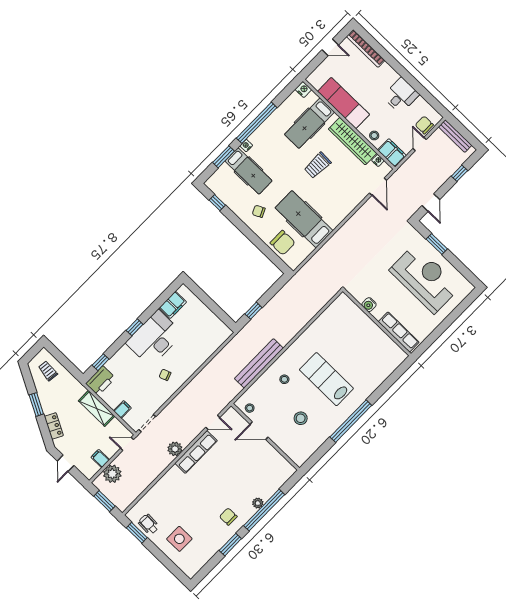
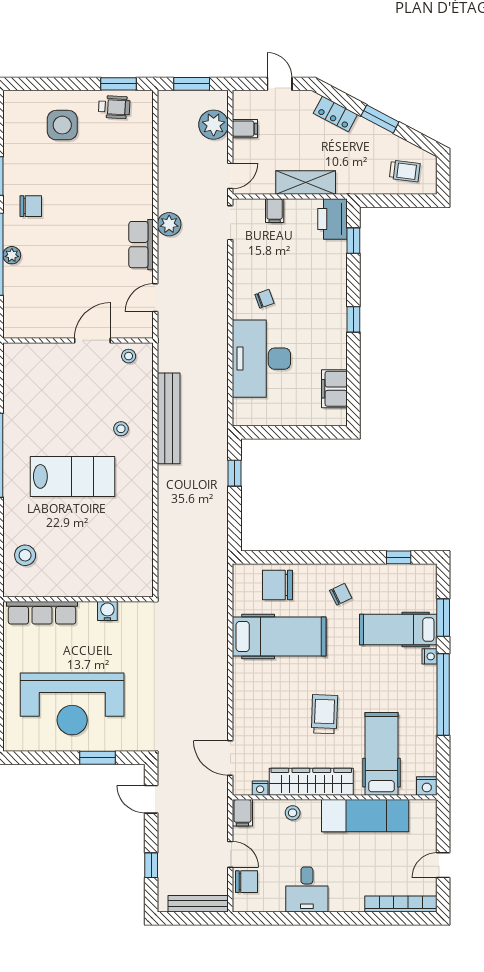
filing cabinet: (392, 153) -> (242, 813), width x0.50
desk: (154, 338) -> (261, 359), moved, turned 180
stool: (301, 418) -> (25, 555), moved
row of seats: (196, 452) -> (141, 245), width x0.68

